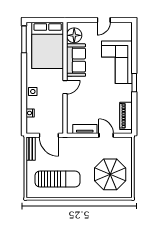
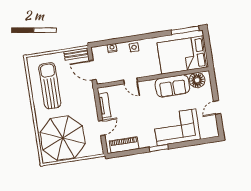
door: (104, 20) -> (217, 108), hinge flipped
door: (65, 87) -> (131, 81), moved
door: (49, 135) -> (93, 70), hinge flipped
parasol: (110, 174) -> (63, 138), width x1.36, depth x1.36
sun lounger: (57, 179) -> (50, 86), turned 180

